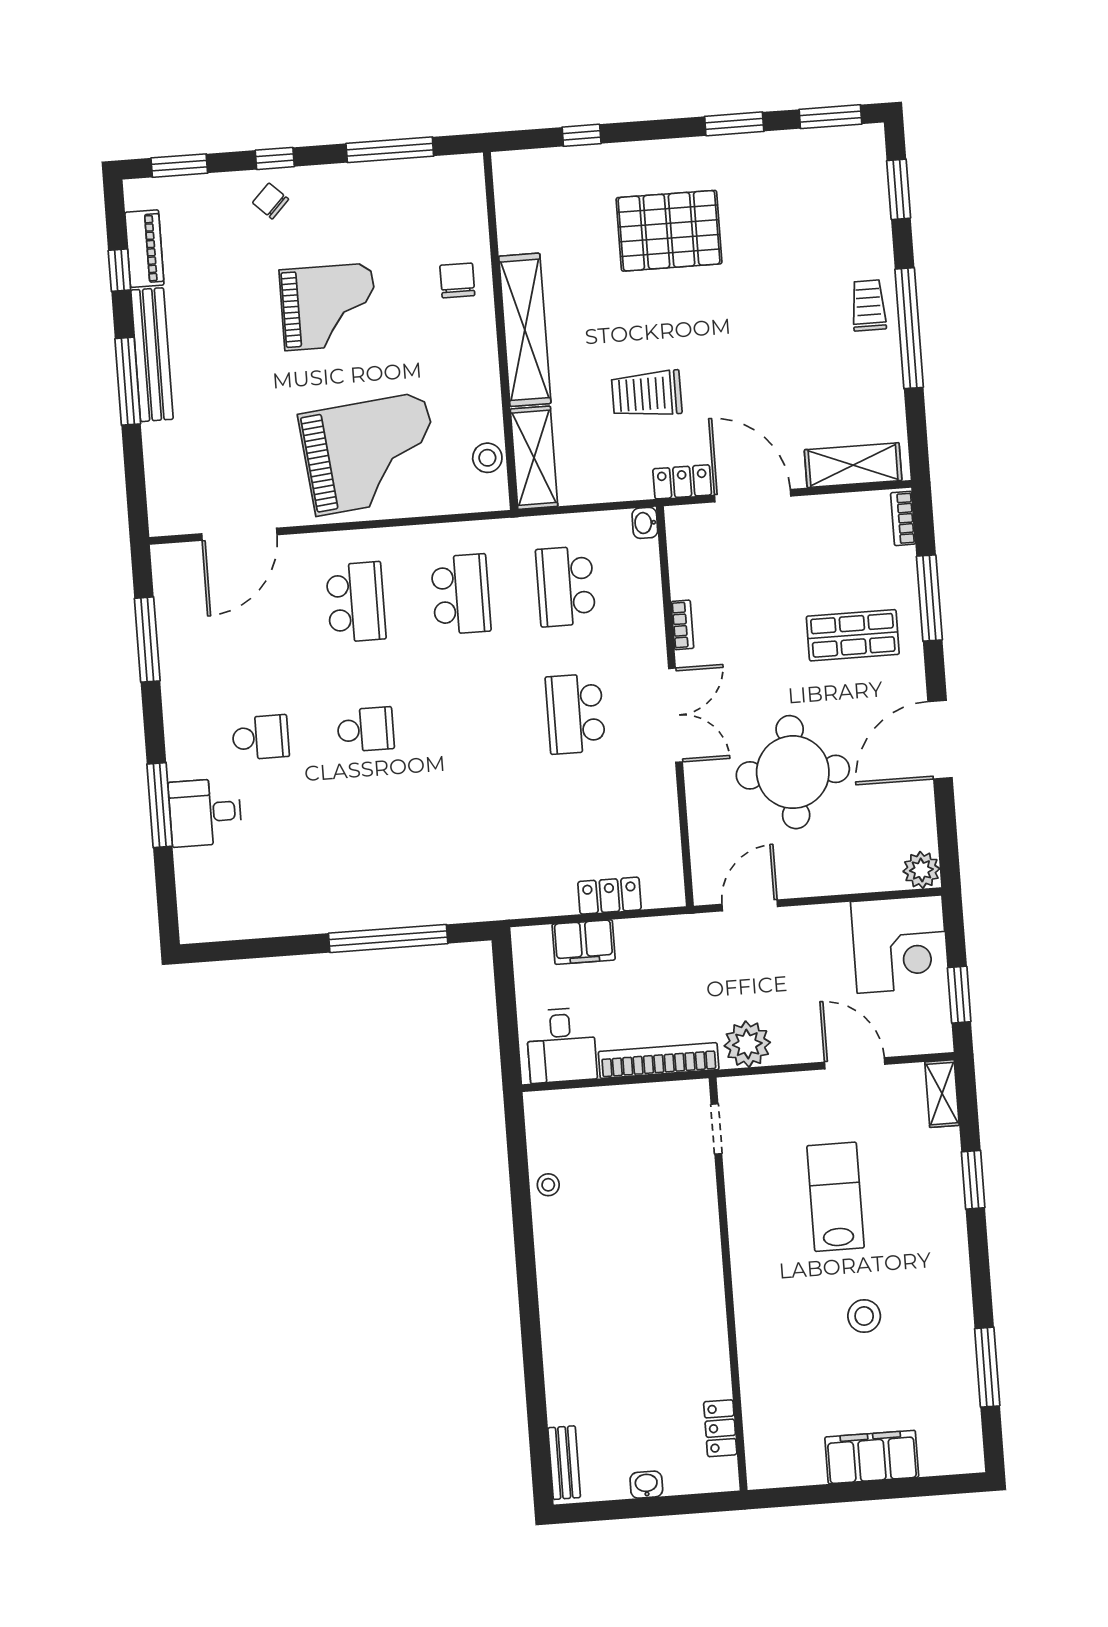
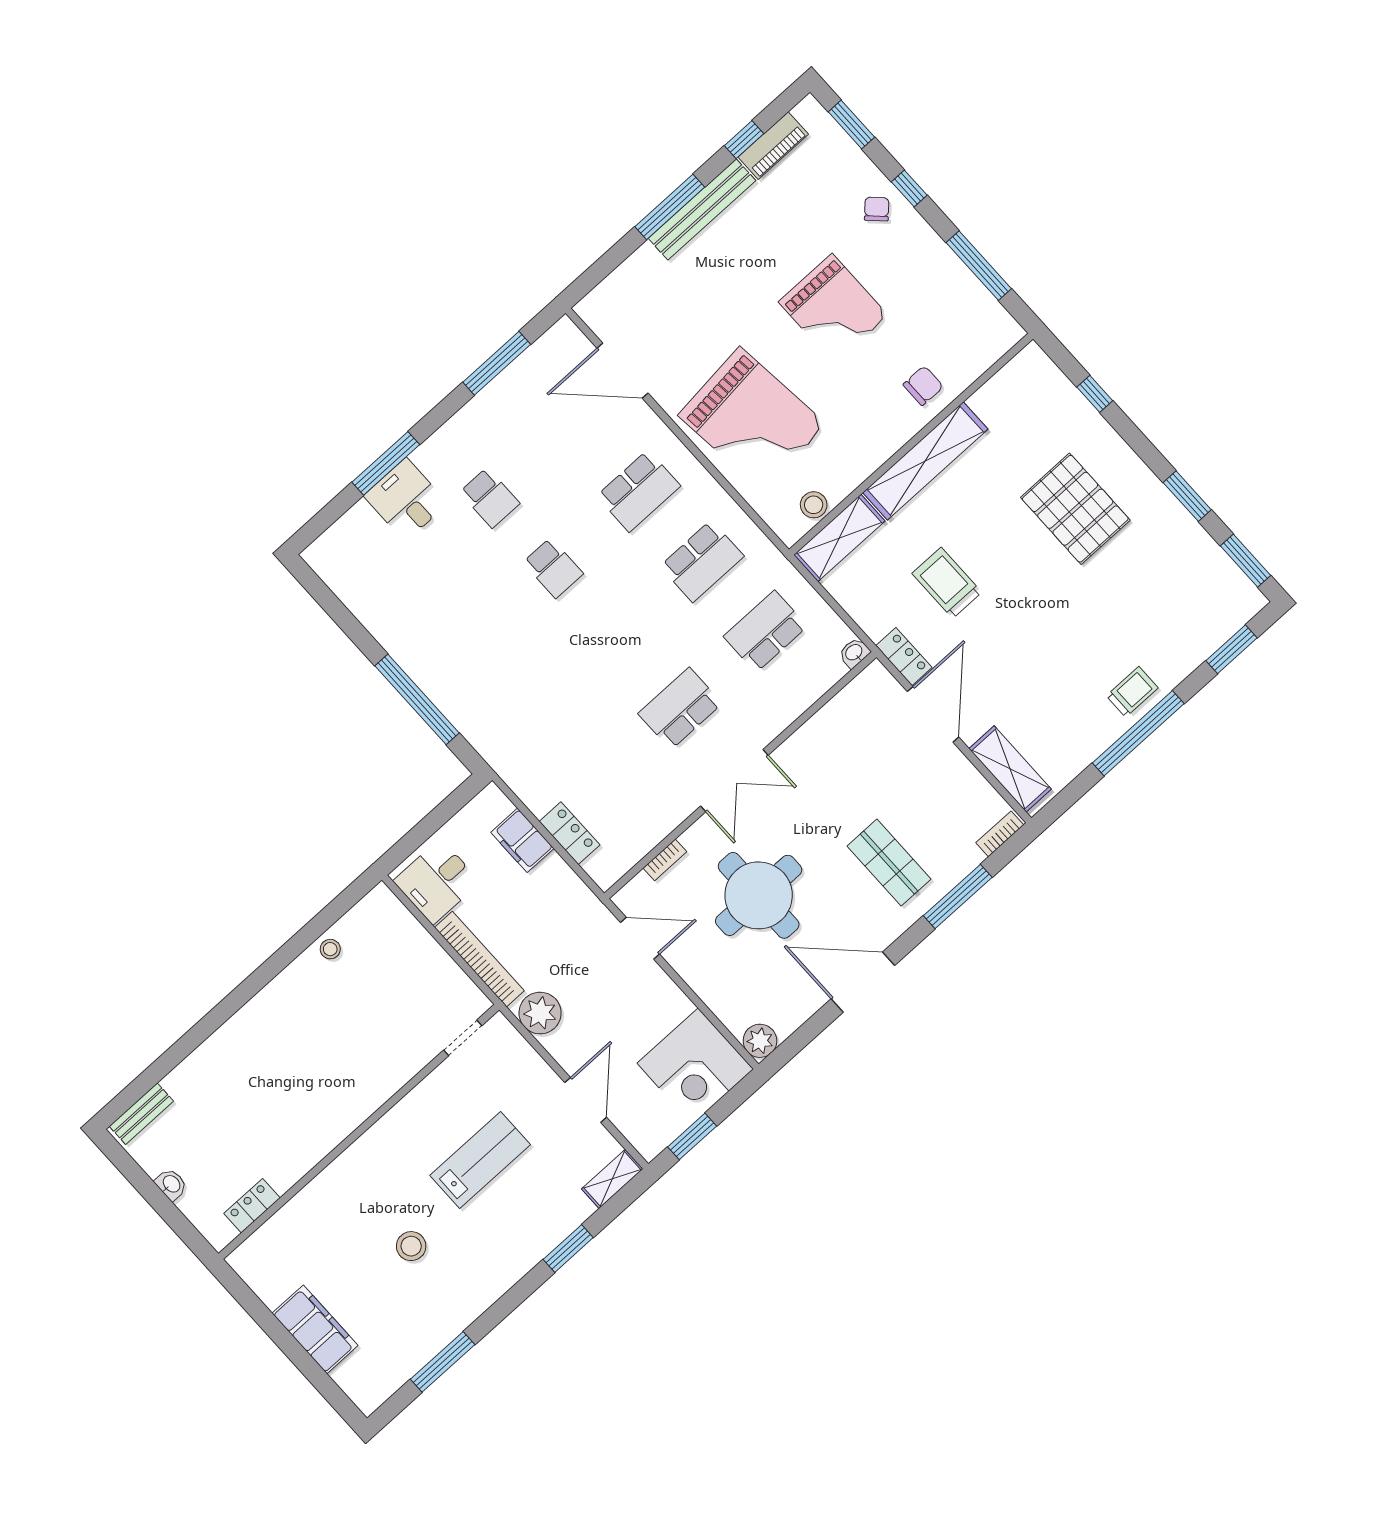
bookcase: (682, 625) -> (665, 860), moved

